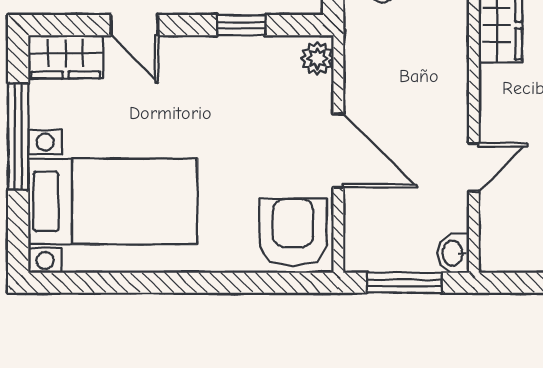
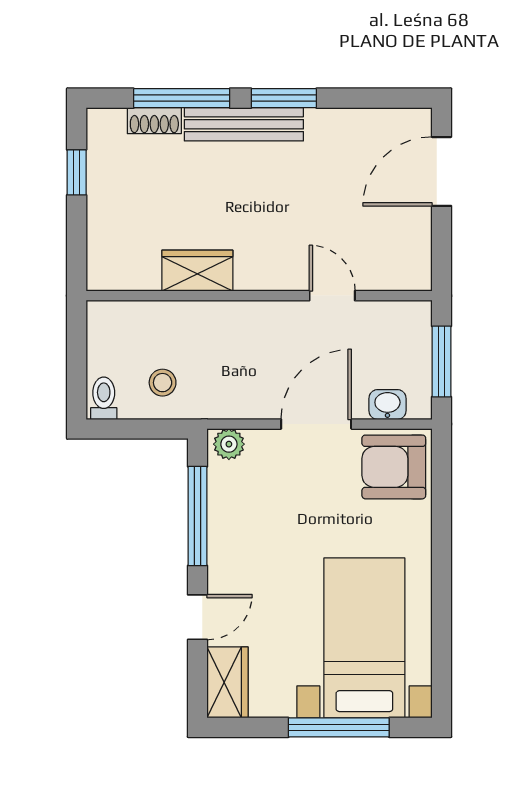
window: (241, 25) -> (197, 516), width x2.17
window: (18, 136) -> (339, 727), moved
washbasin: (453, 253) -> (387, 405), moved, turned 180

